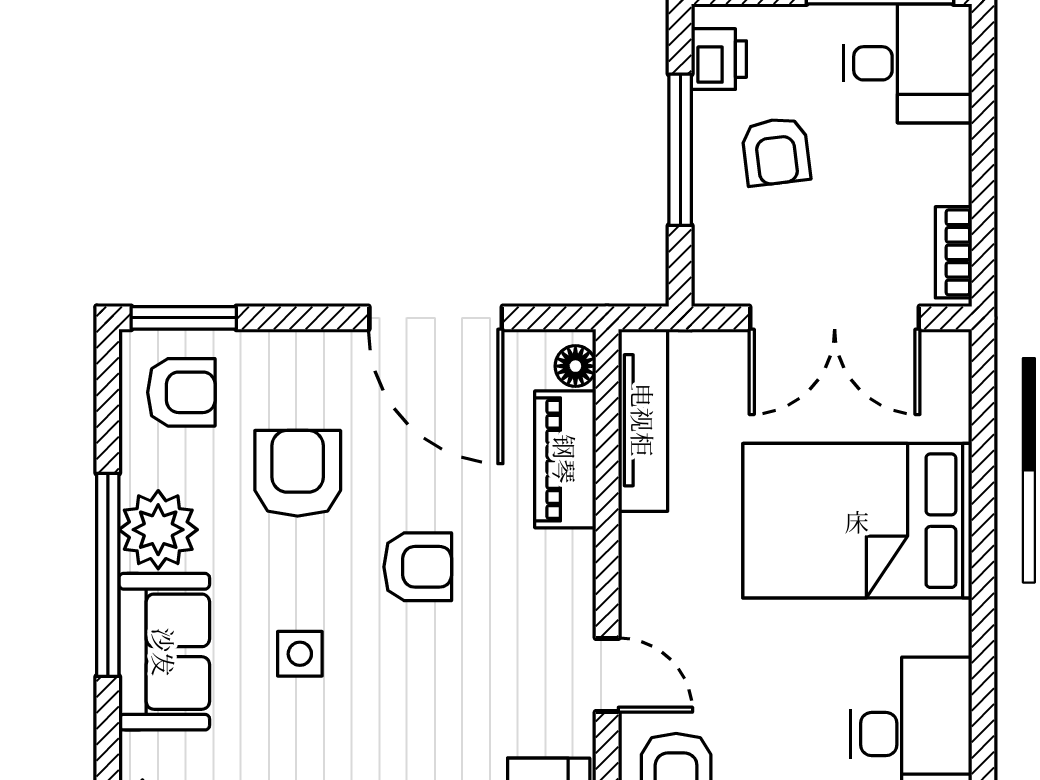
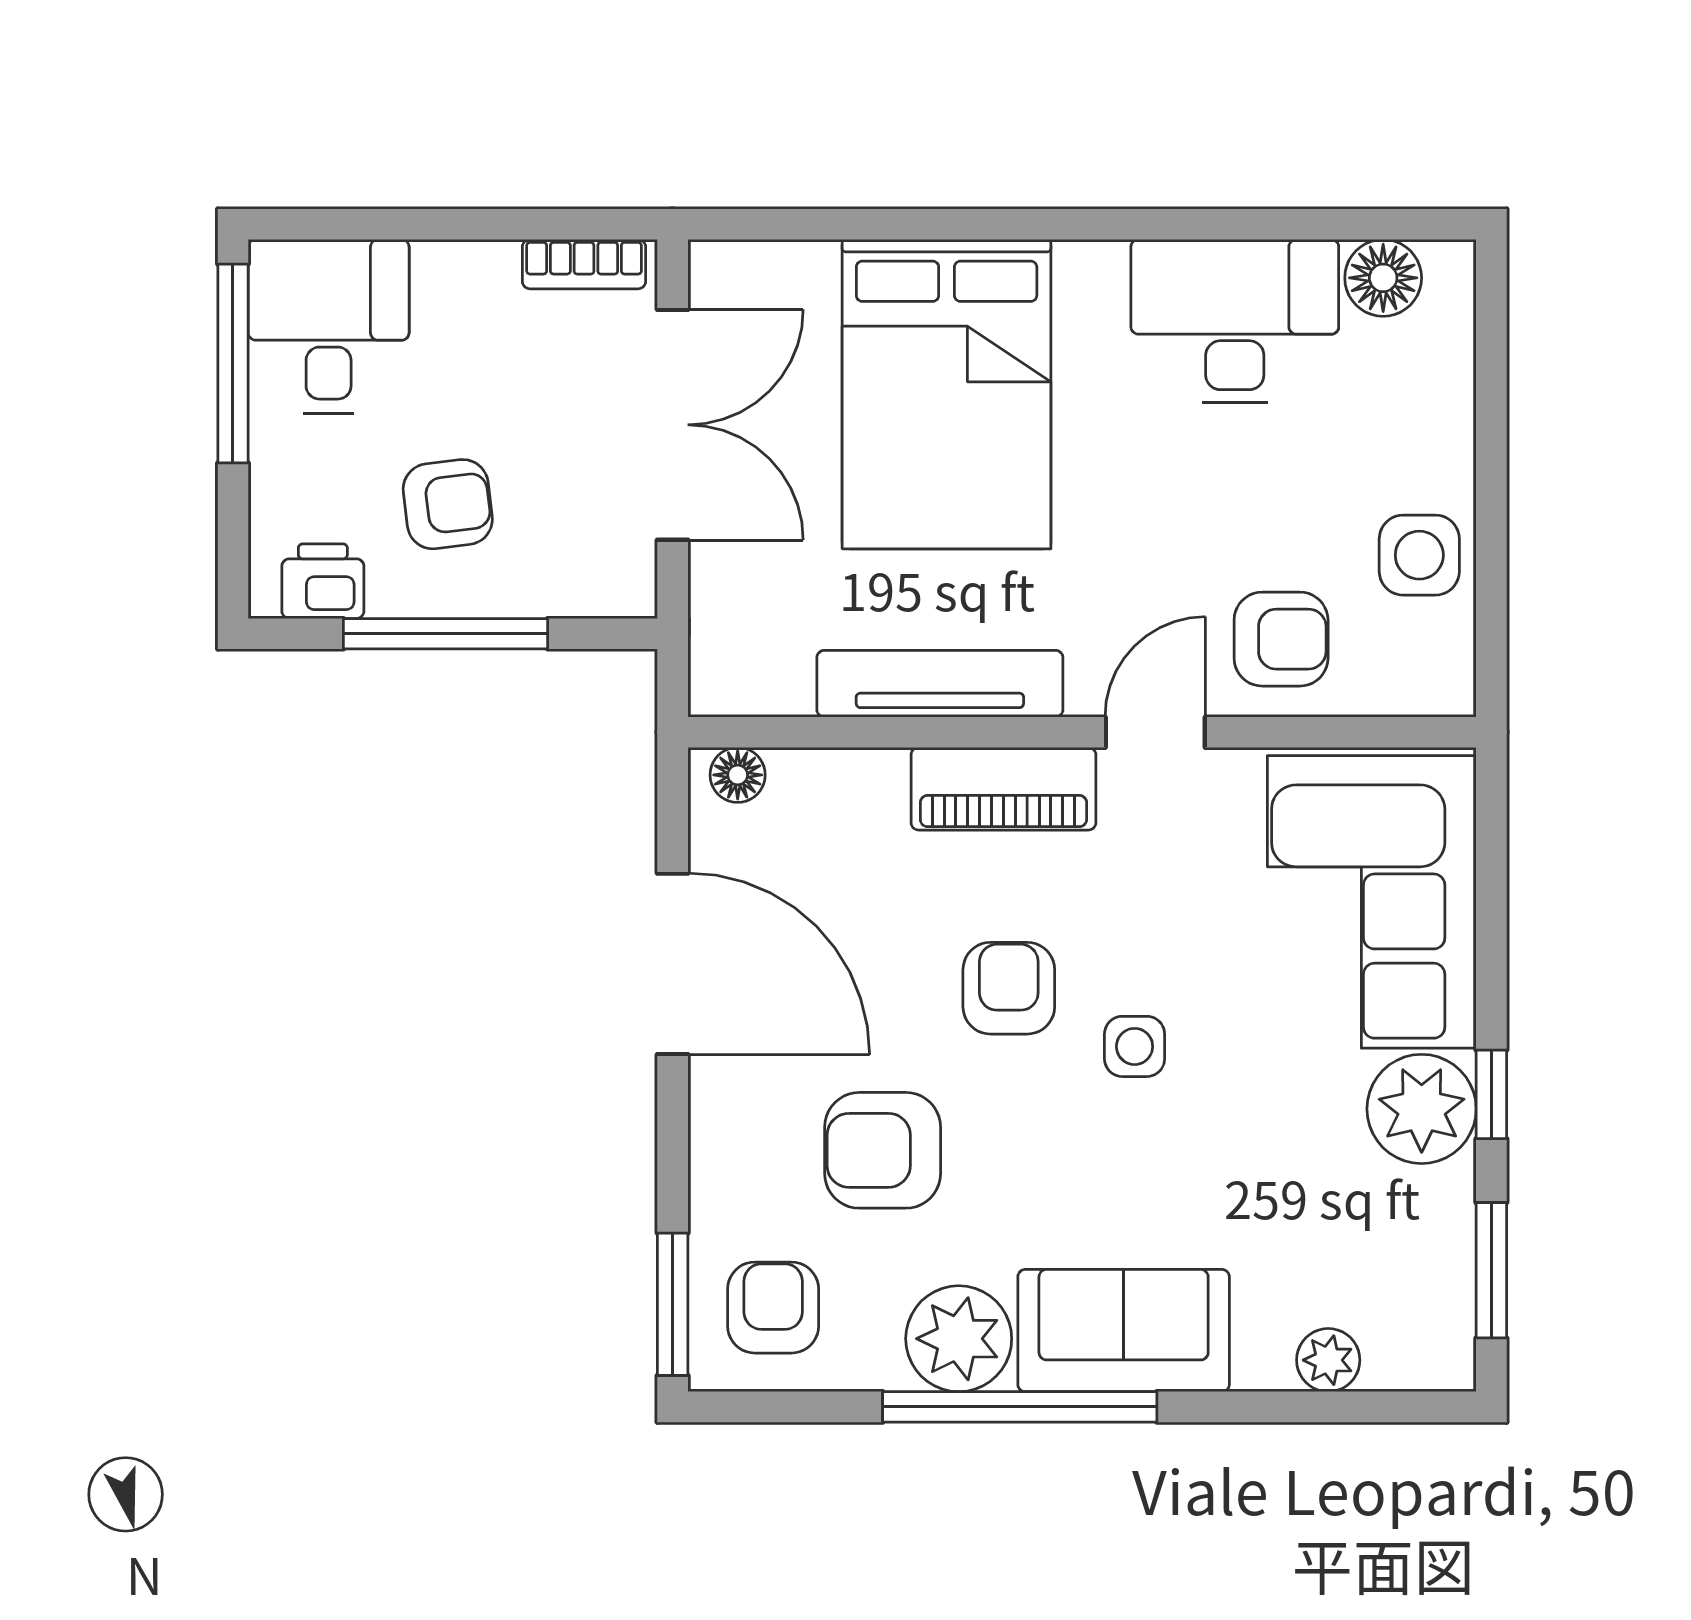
door: (436, 318) -> (673, 964), hinge flipped
tv unit: (643, 420) -> (940, 684), moved
piano: (565, 459) -> (1003, 789), moved
side table: (300, 654) -> (1135, 1046), moved

